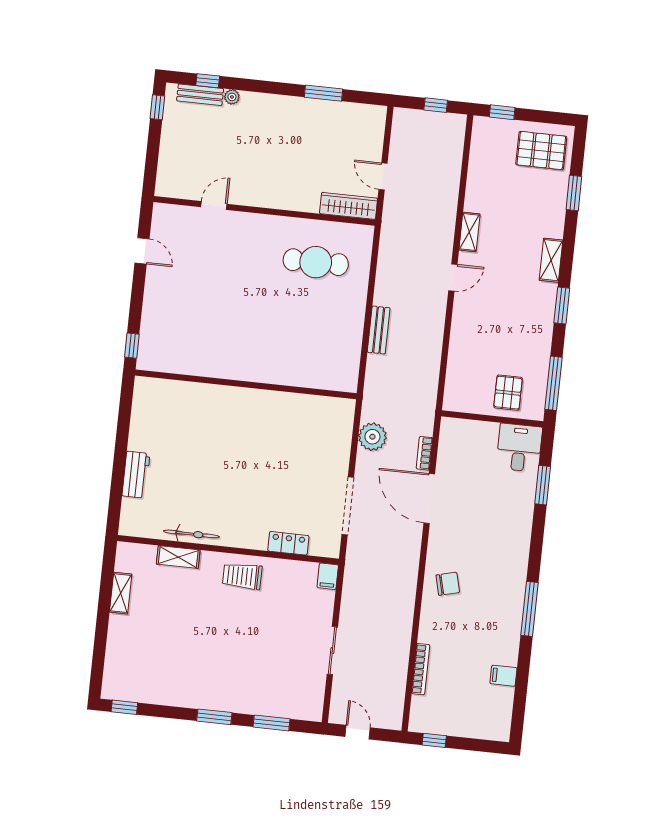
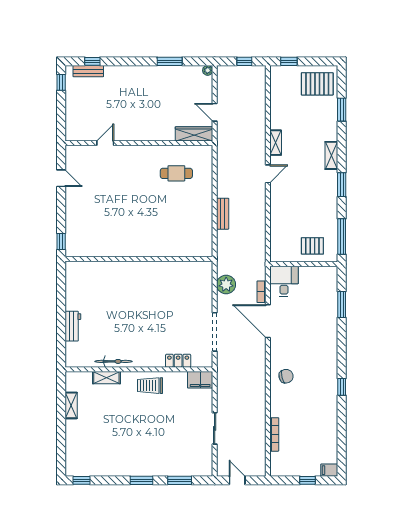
plant: (232, 97) -> (208, 70), moved
cafe table: (316, 262) -> (176, 173), width x0.73, depth x0.74
pallet: (508, 393) -> (312, 246), turned 90
desk: (519, 448) -> (284, 281), moved
filing cabinet: (328, 576) -> (200, 380), width x2.00
window: (529, 609) -> (342, 387), width x0.46
filing cabinet: (503, 676) -> (329, 470), moved
window: (434, 740) -> (307, 480), moved

